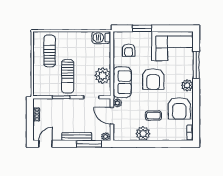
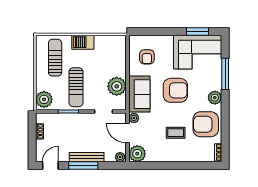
window: (142, 28) -> (198, 31), moved
barbecue: (101, 38) -> (83, 42), moved
armchair: (153, 79) -> (175, 90), turned -90
plant: (40, 87) -> (44, 99), added
armchair: (179, 108) -> (206, 124), turned 90
plant: (143, 134) -> (137, 154), moved
window: (89, 144) -> (83, 165), moved

